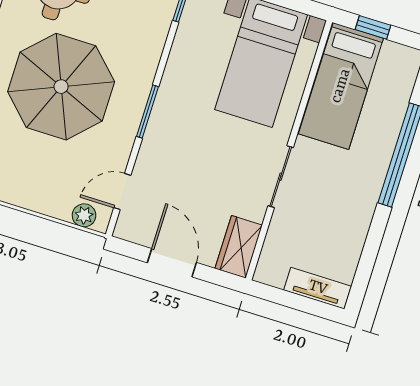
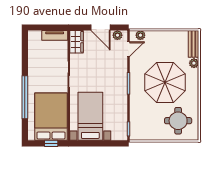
bed: (341, 86) -> (51, 117), width x1.50
plant: (138, 232) -> (117, 35), added
tv unit: (318, 288) -> (55, 35), moved

